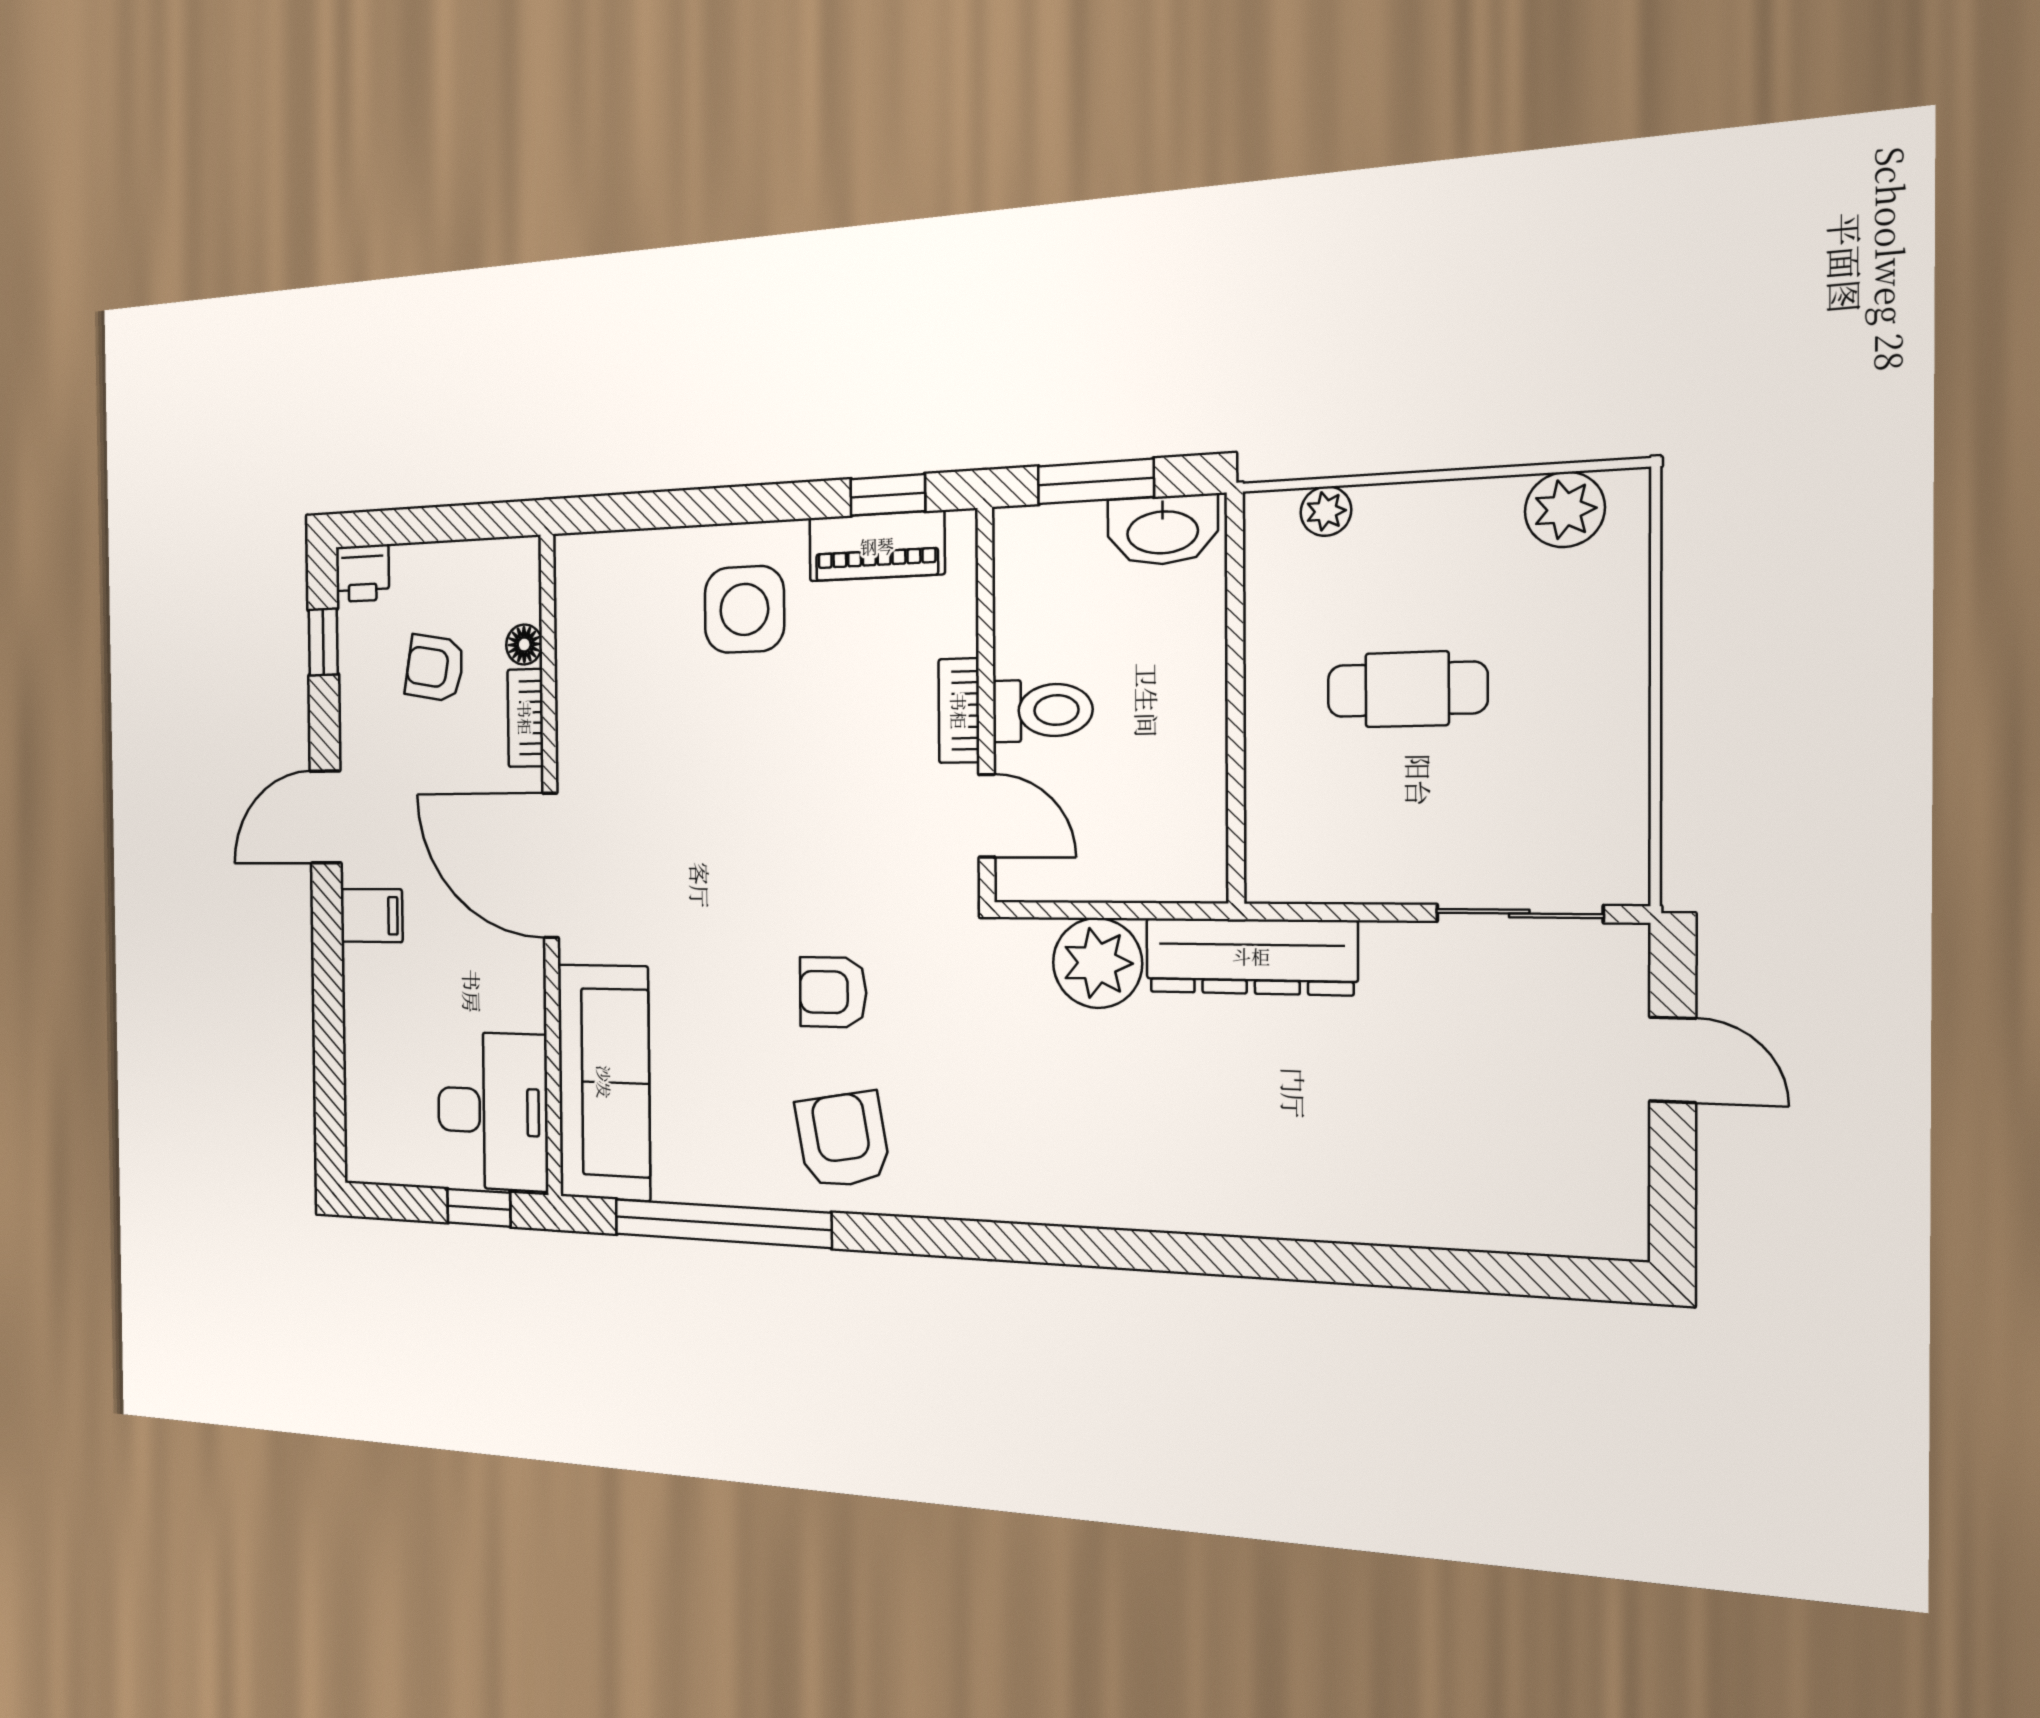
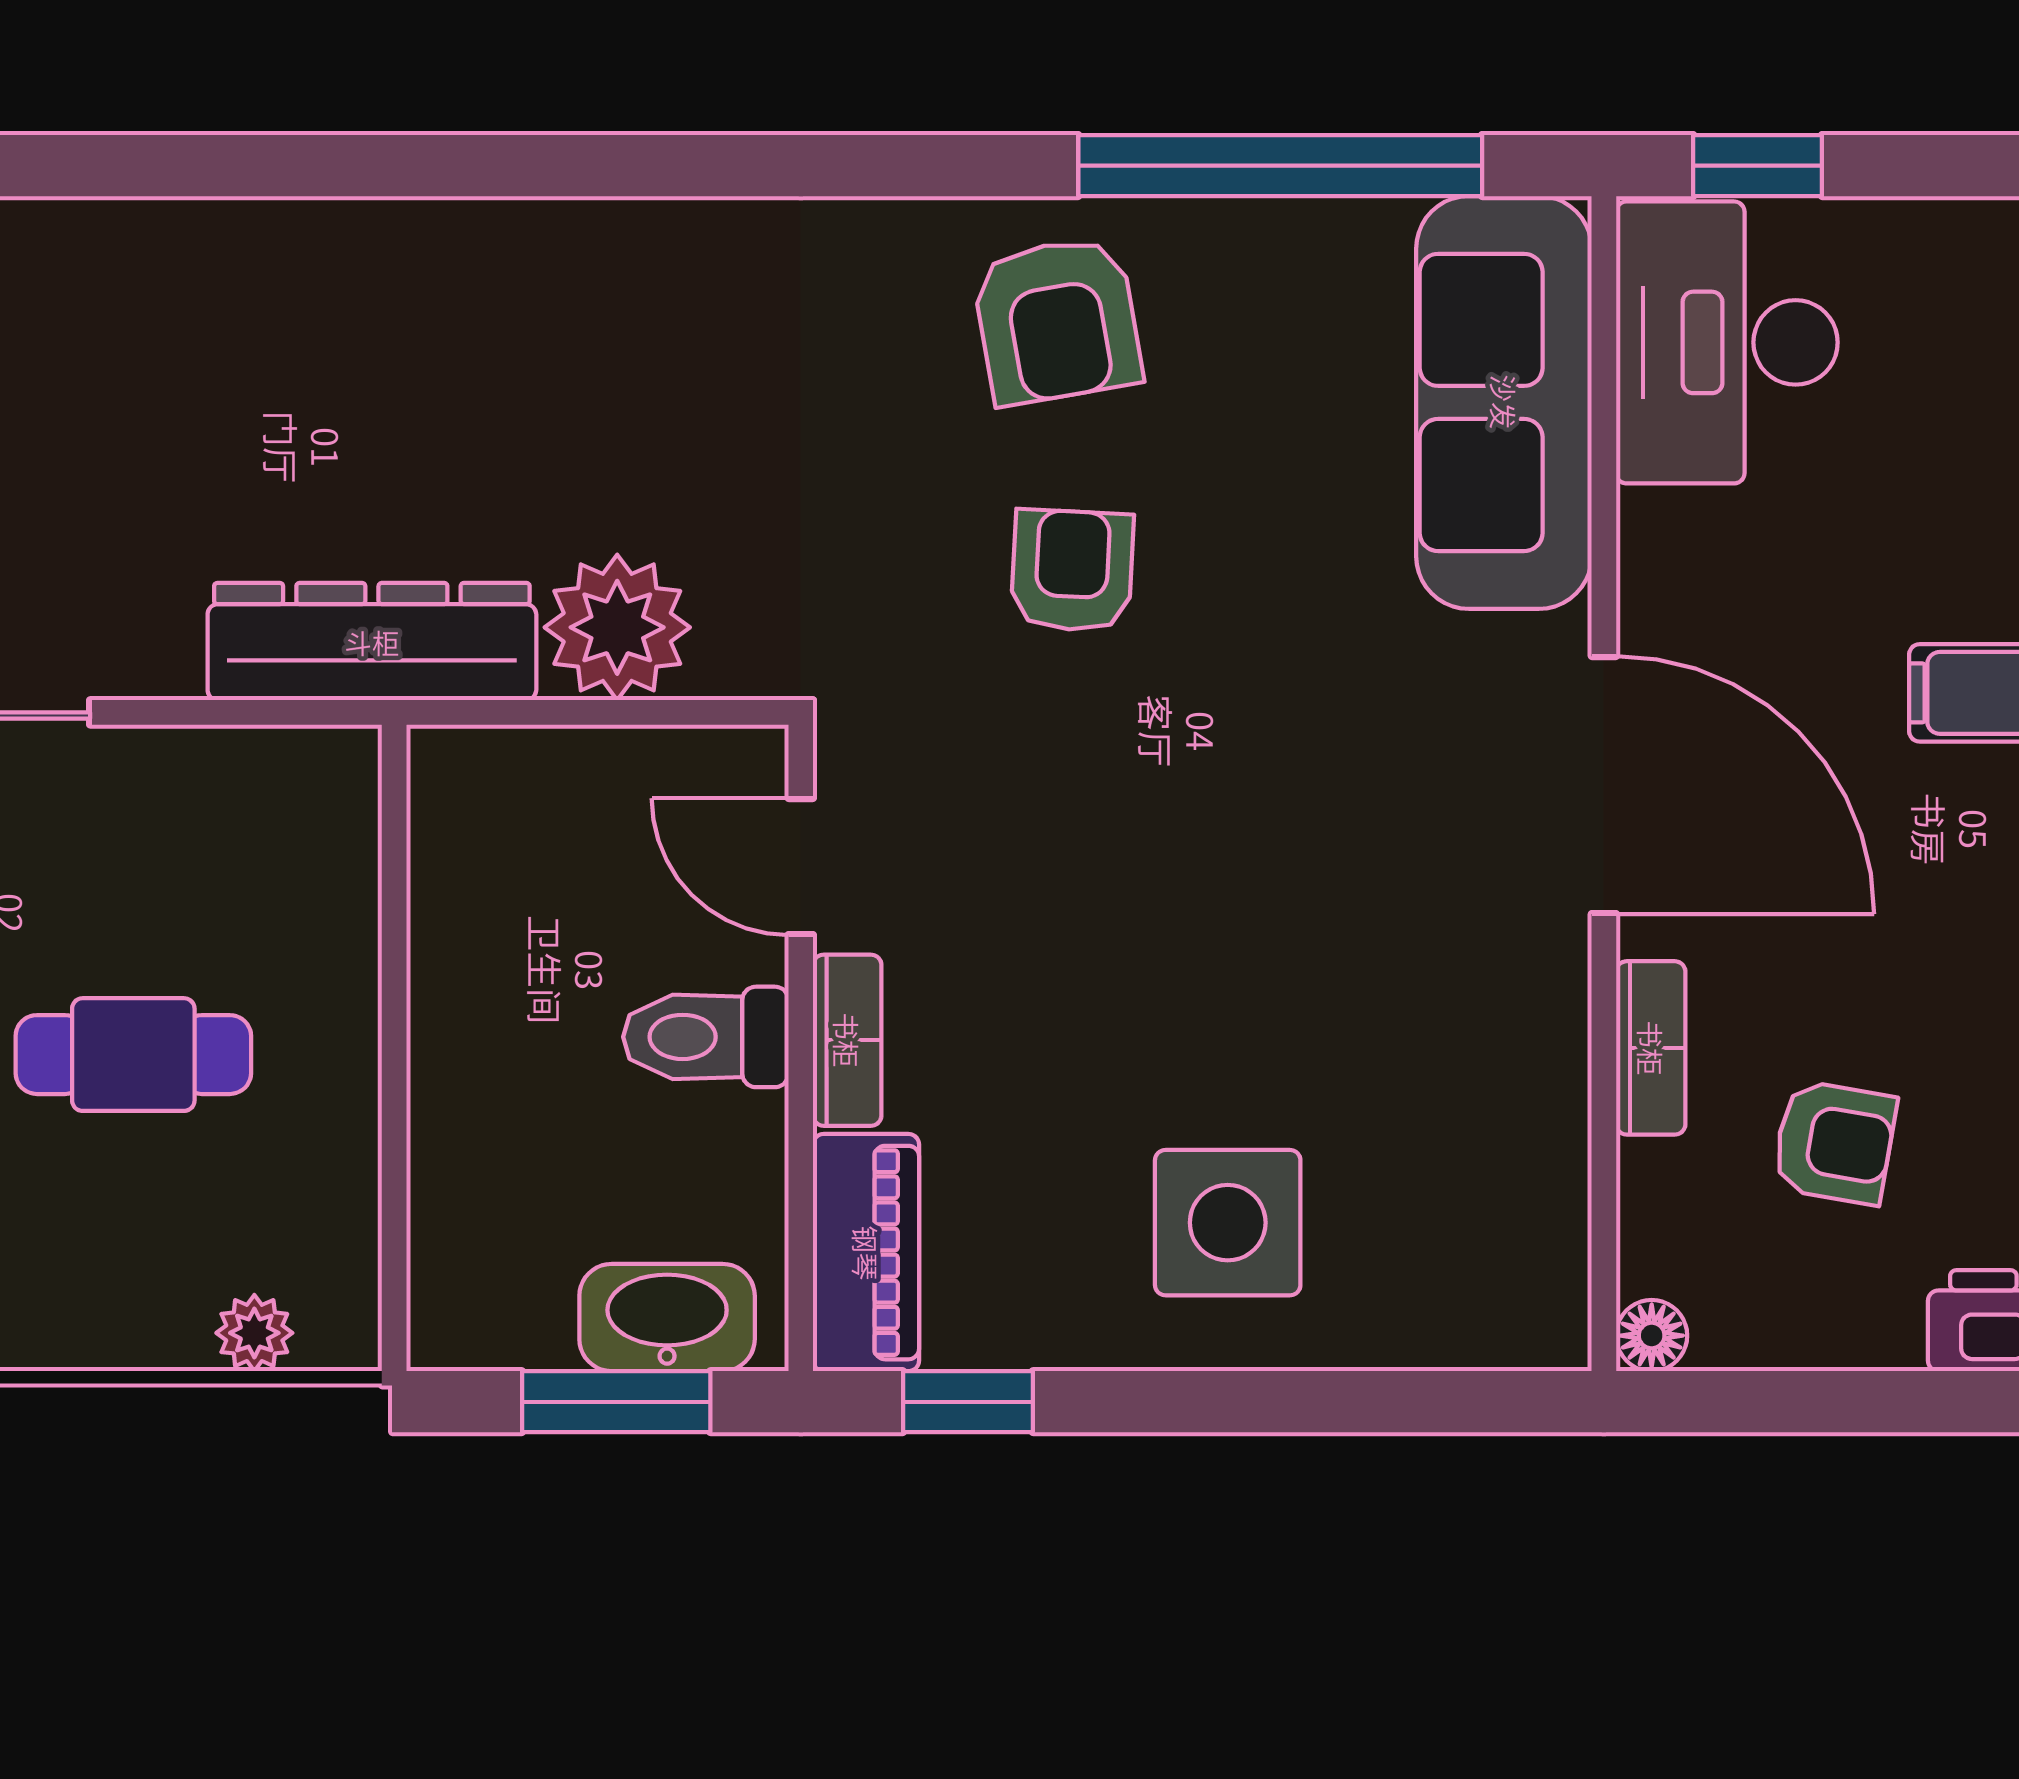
washbasin: (1163, 530) -> (667, 1318), moved
piano: (877, 546) -> (866, 1253), moved, turned 90
floor lamp: (524, 644) -> (1652, 1336), moved
armchair: (833, 992) -> (1072, 571), turned -87

